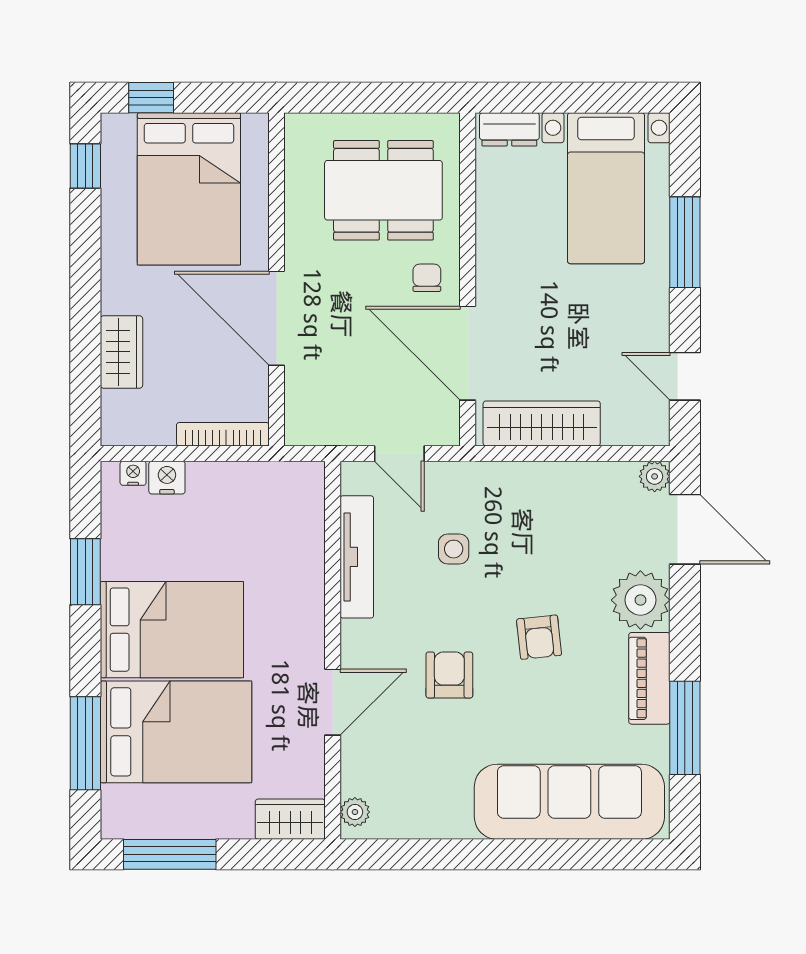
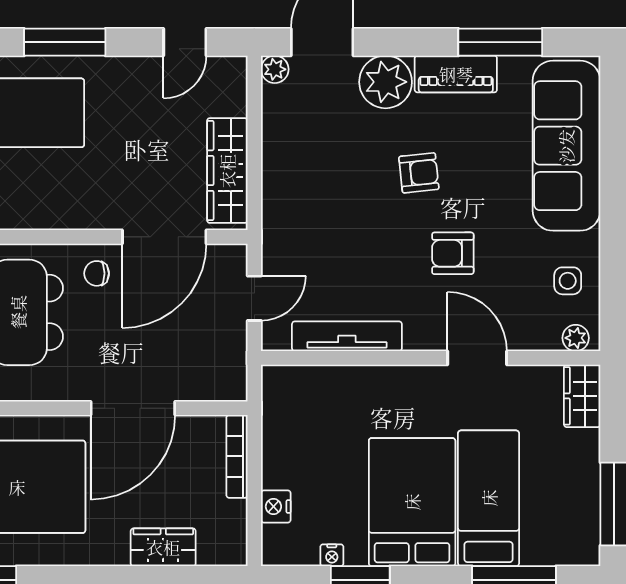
nightstand: (133, 473) -> (332, 555), moved, turned -90
side table: (454, 549) -> (568, 281), moved
bed: (176, 732) -> (489, 498), width x0.67

